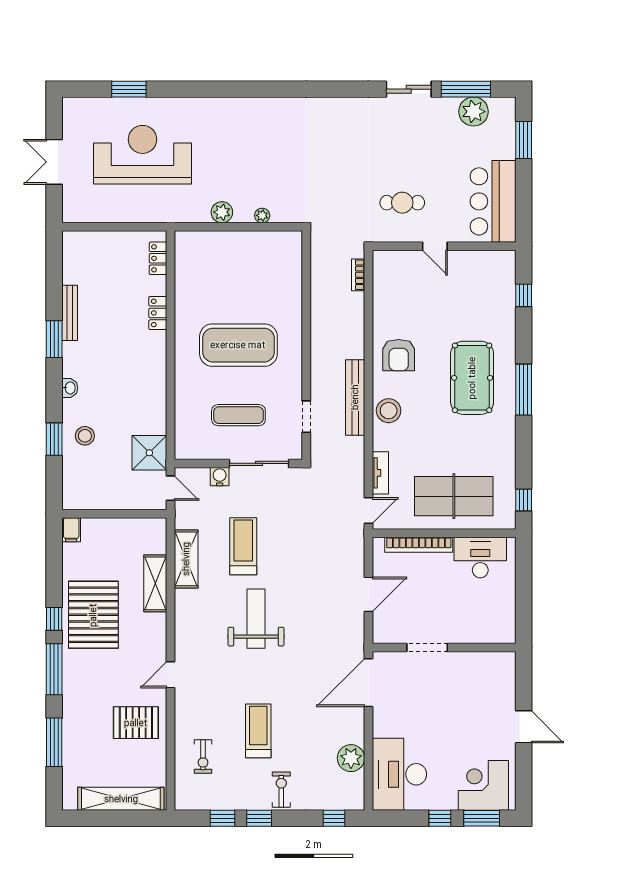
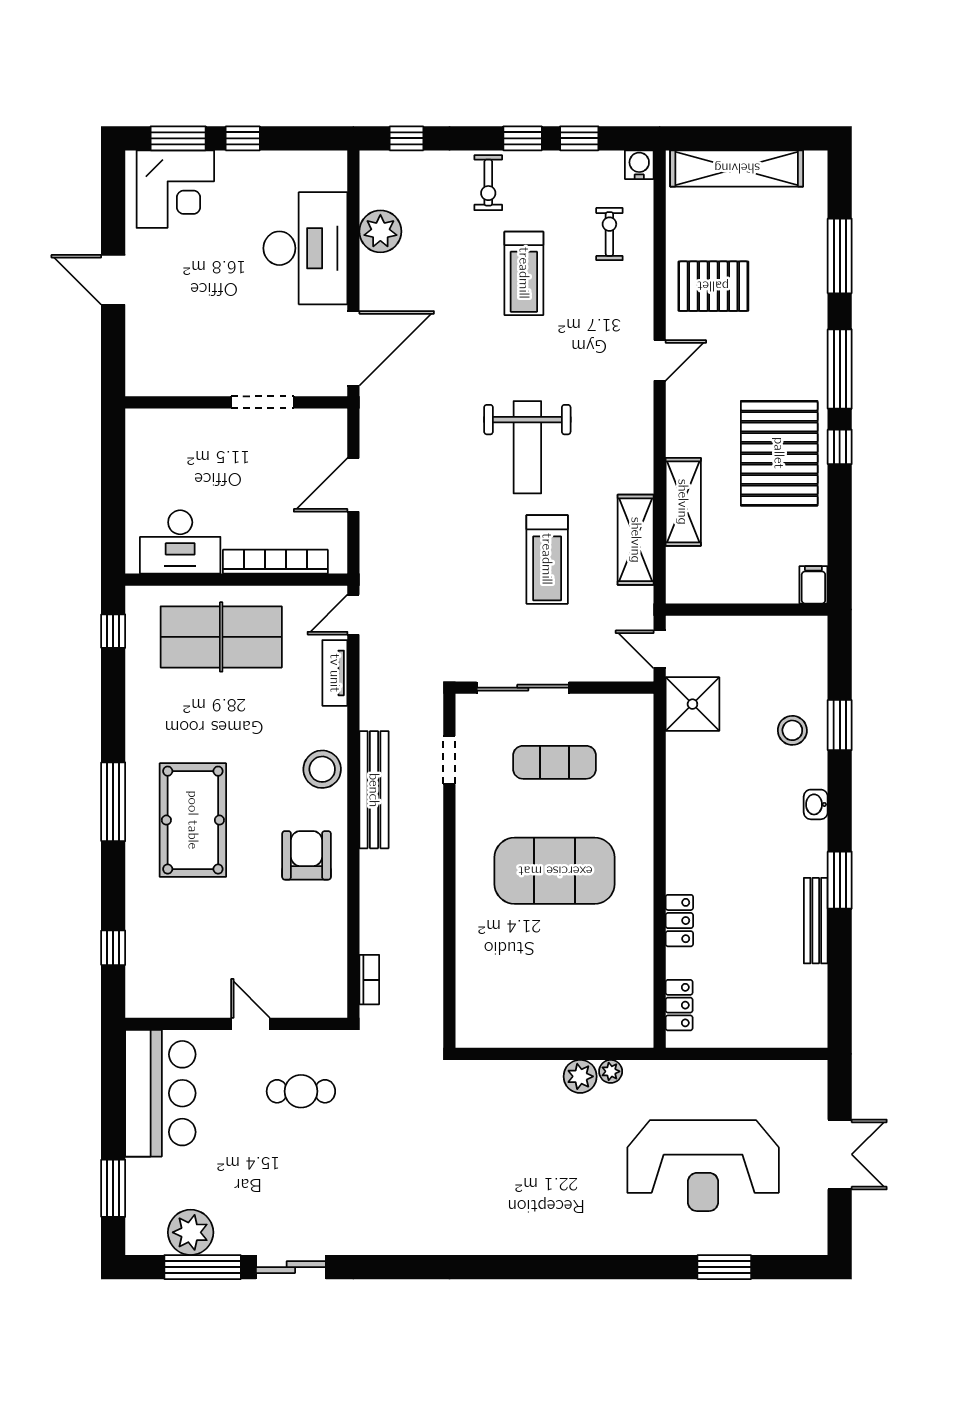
plant: (262, 215) -> (611, 1071), moved
water cooler: (220, 477) -> (639, 165), moved, turned 180
desk: (399, 774) -> (305, 248), moved

